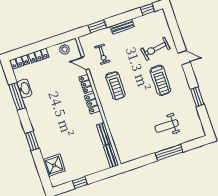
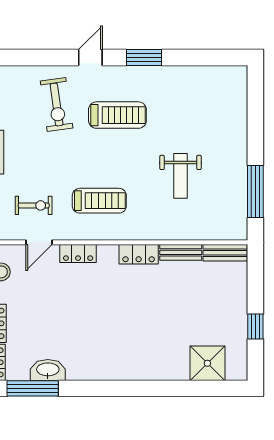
window: (17, 96) -> (33, 388), moved
window: (197, 97) -> (144, 57), moved
locker: (92, 103) -> (139, 254), moved
weight bench: (167, 126) -> (181, 176), moved
window: (32, 141) -> (149, 388), removed
window: (169, 152) -> (255, 191), moved

